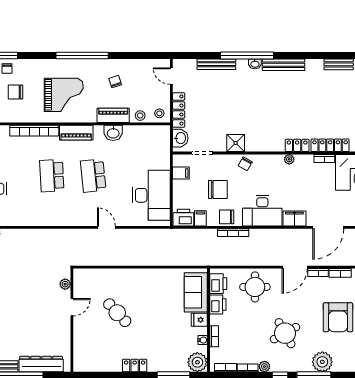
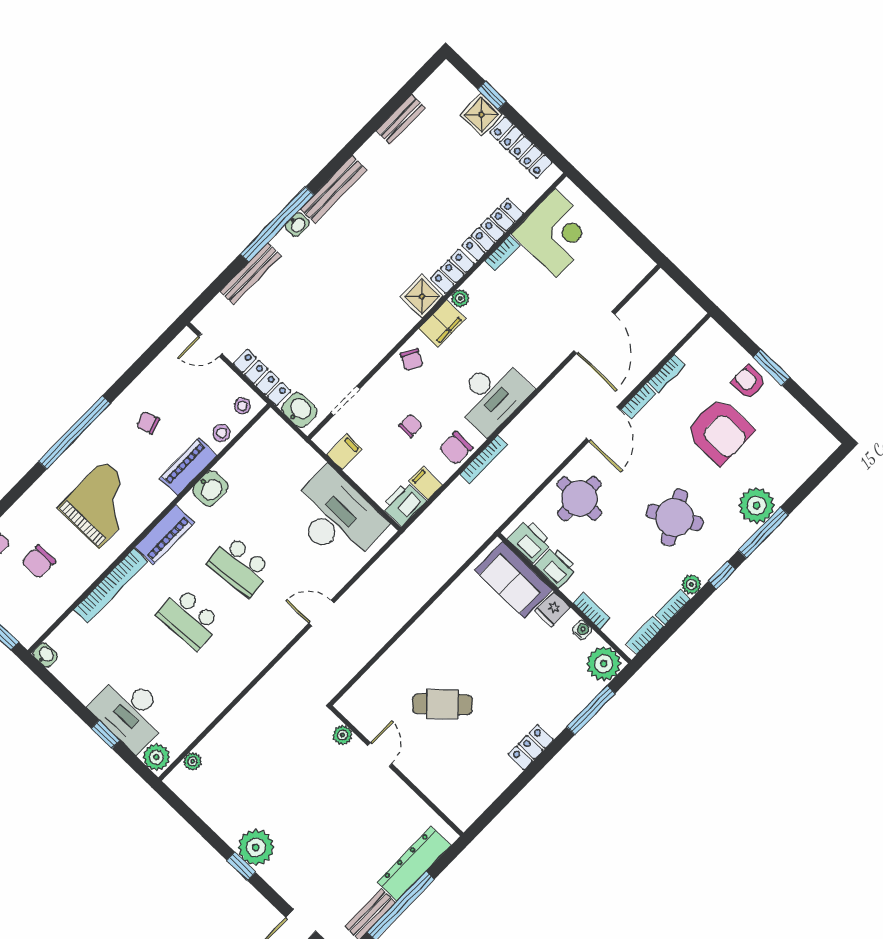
shower: (236, 143) -> (422, 296), moved
chair: (218, 190) -> (411, 426), width x0.54, depth x0.54
filing cabinet: (294, 218) -> (442, 324), moved, turned 180

